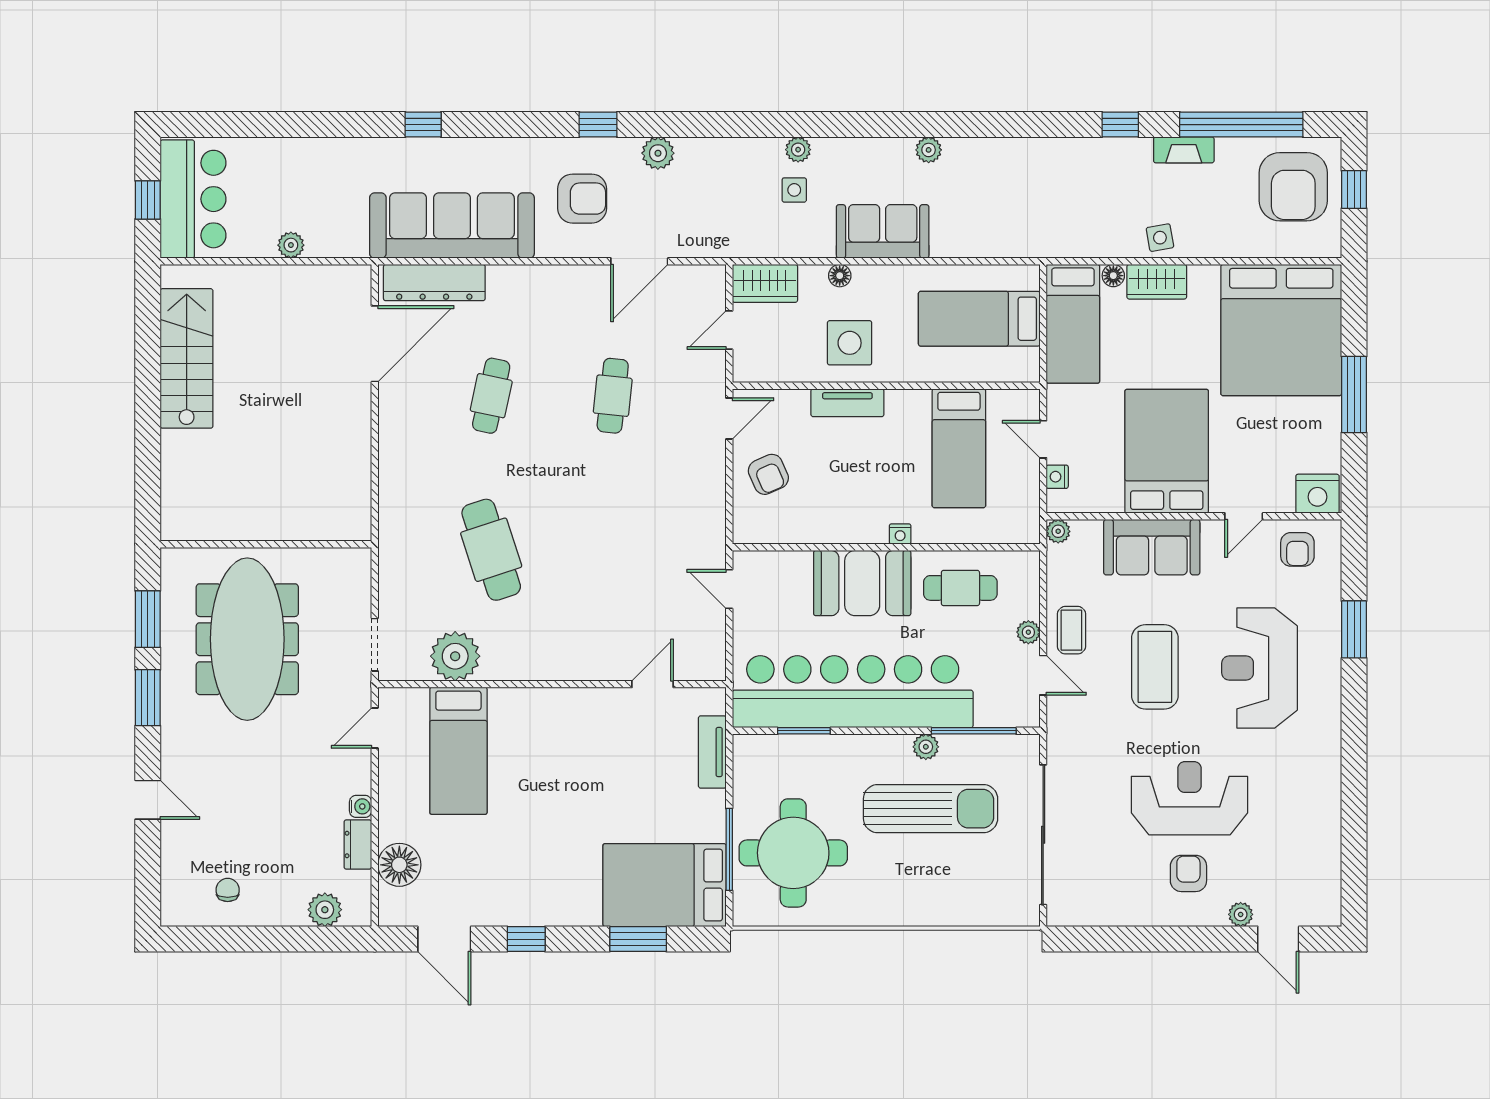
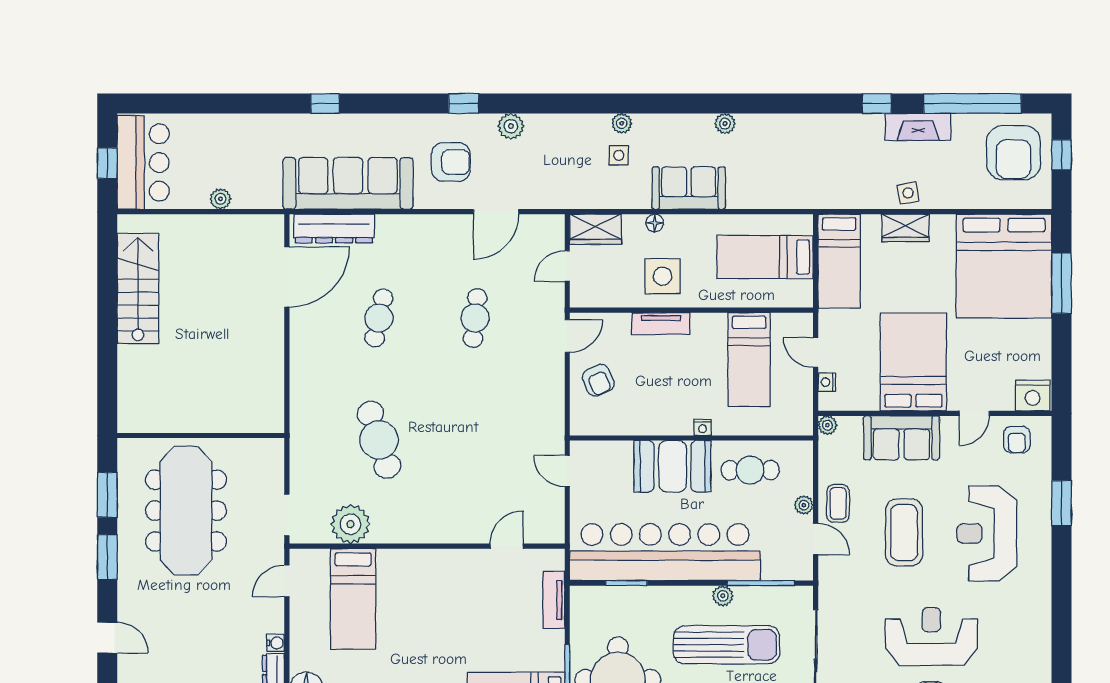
fireplace: (1184, 150) -> (918, 127), width x1.37, depth x1.32
floor lamp: (1113, 276) -> (871, 223), removed
window: (1354, 395) -> (1062, 283), moved

